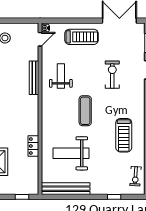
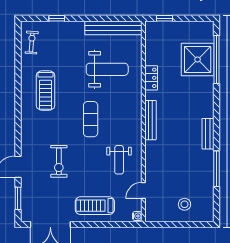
door: (40, 39) -> (143, 190), moved
bench: (34, 78) -> (150, 120), moved
treadmill: (124, 135) -> (45, 90), turned 180

